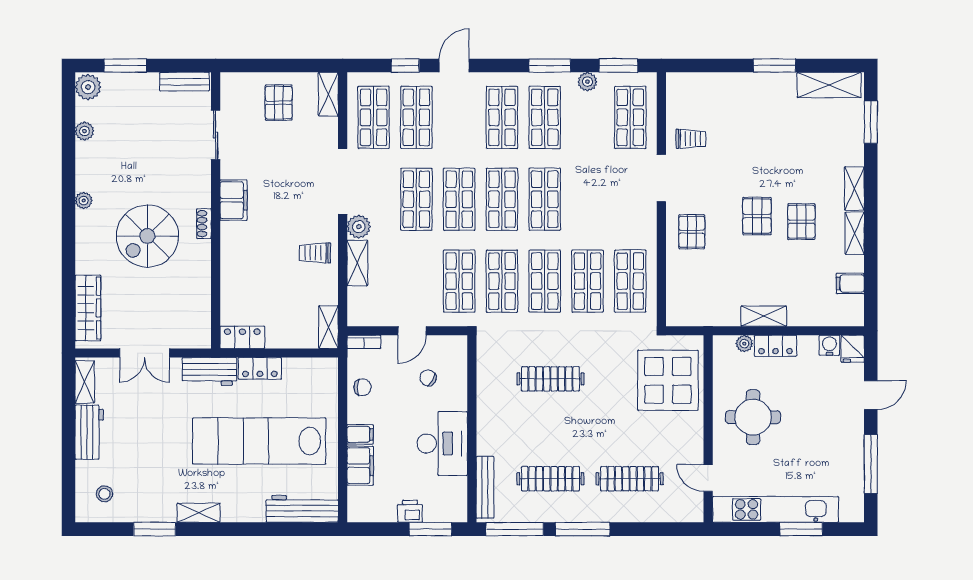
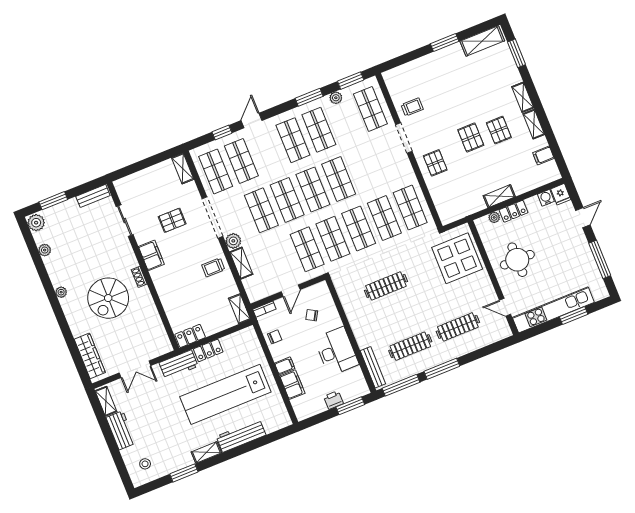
pallet: (279, 103) -> (172, 220), moved, turned 90
workbench: (302, 509) -> (241, 436), moved

